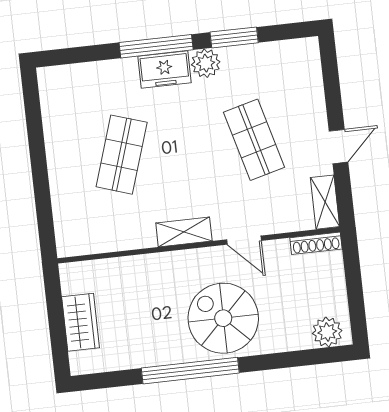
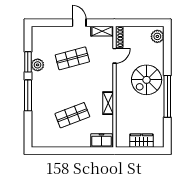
plant: (206, 63) -> (38, 65), moved
freezer: (164, 70) -> (101, 140), moved, turned -90
shop shelf: (122, 155) -> (72, 115), turned -39
shelving: (184, 232) -> (108, 103), moved
door: (244, 240) -> (114, 56), moved

